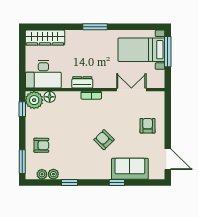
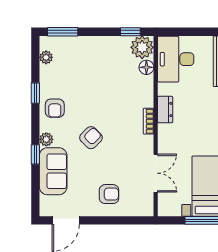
armchair: (41, 145) -> (55, 108), moved
plant: (53, 174) -> (46, 139), moved

